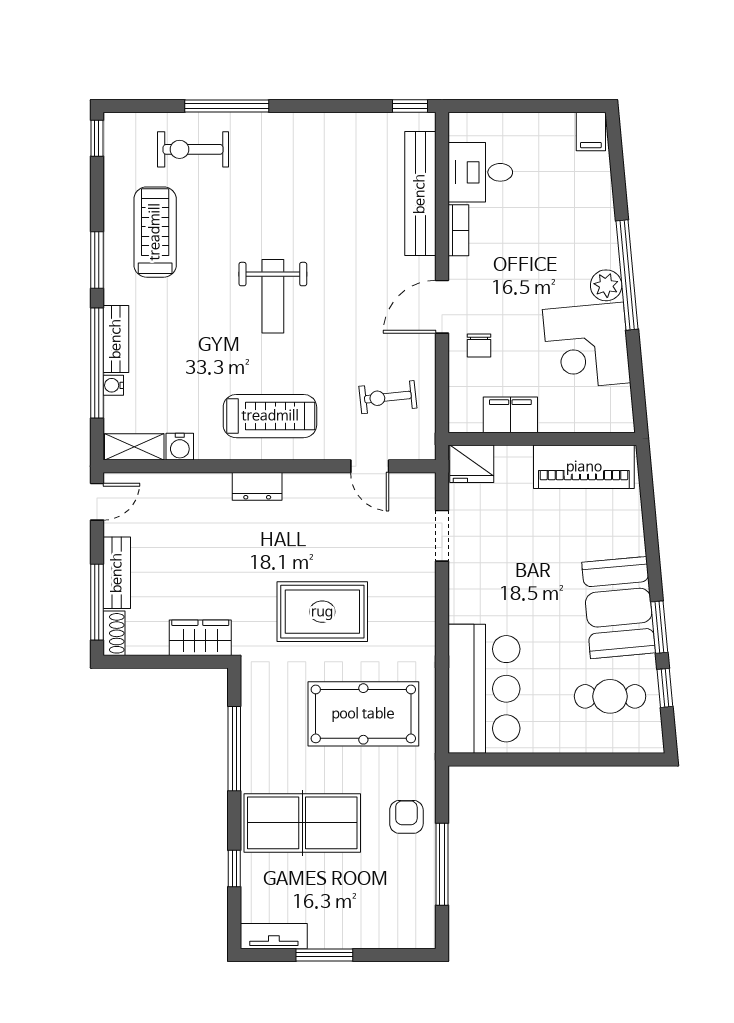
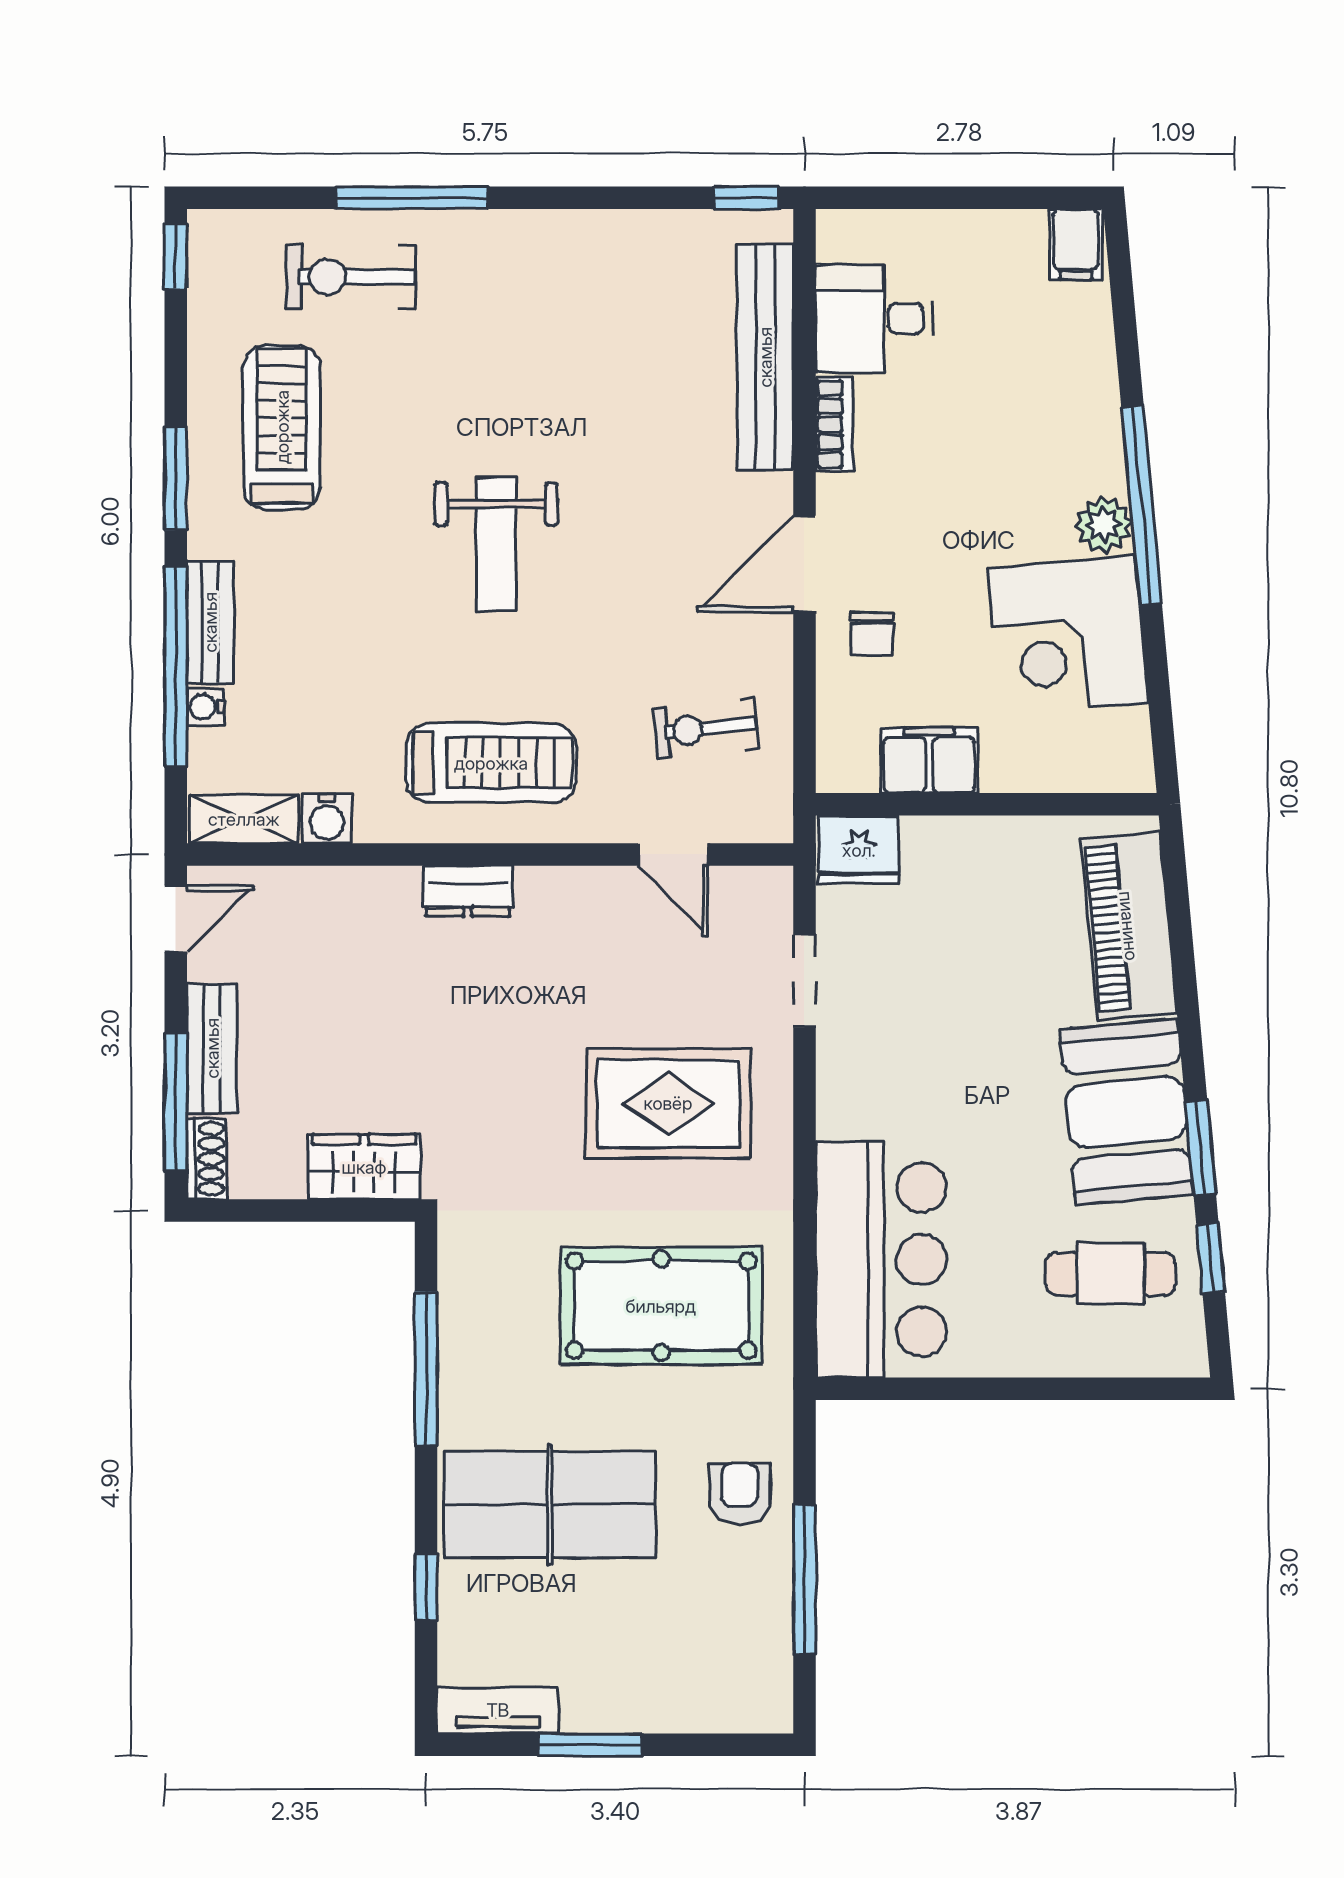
piano: (584, 467) -> (1129, 926), moved, turned 85
rug: (322, 612) -> (668, 1103), moved

